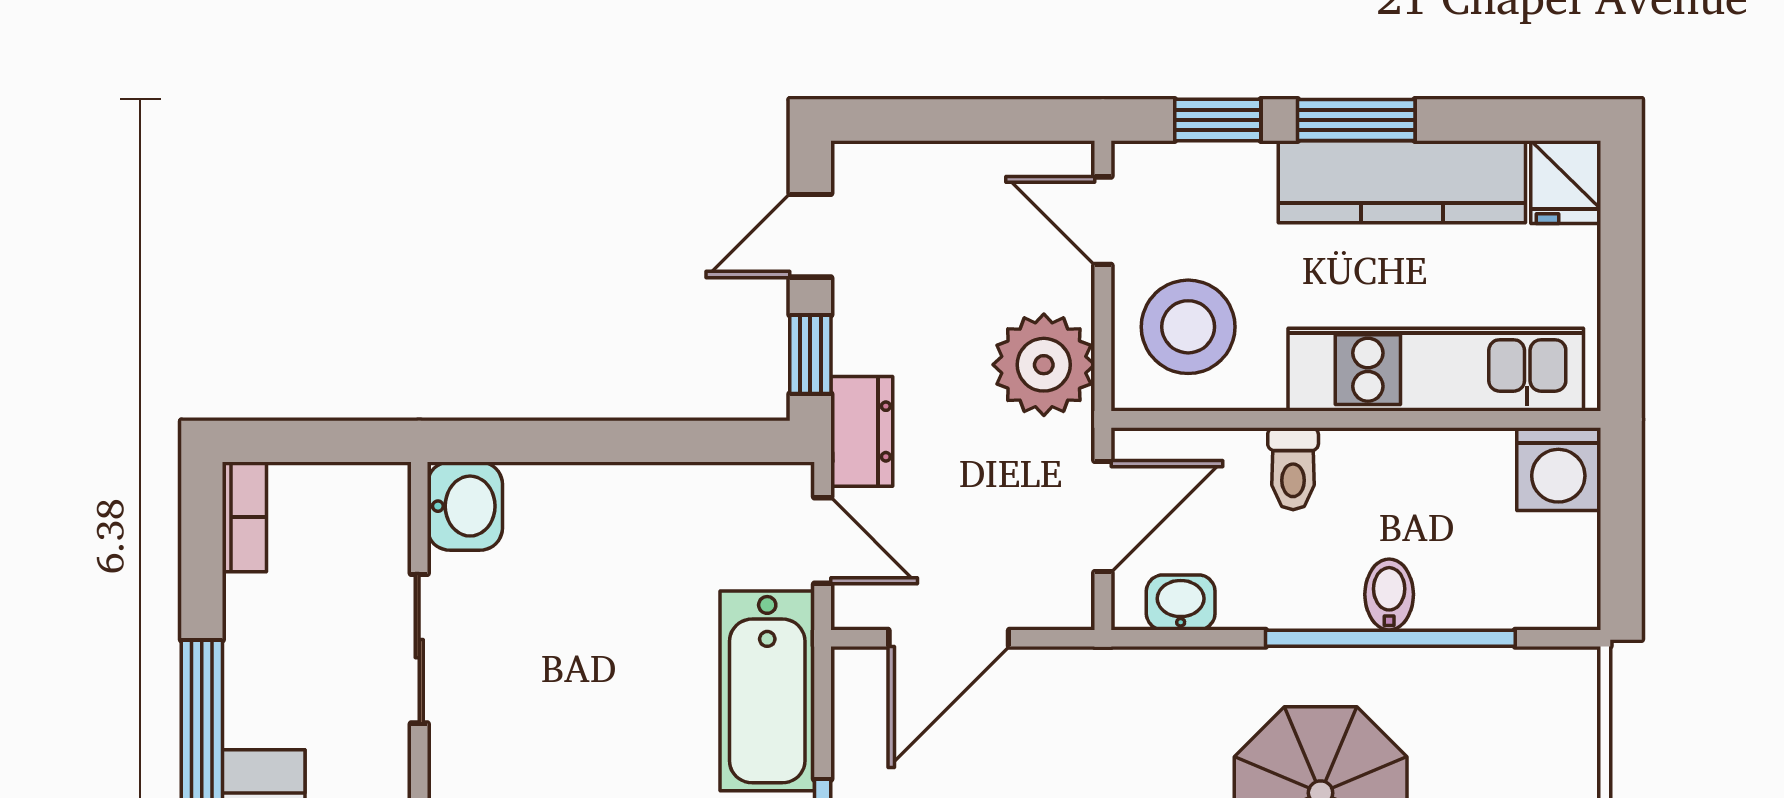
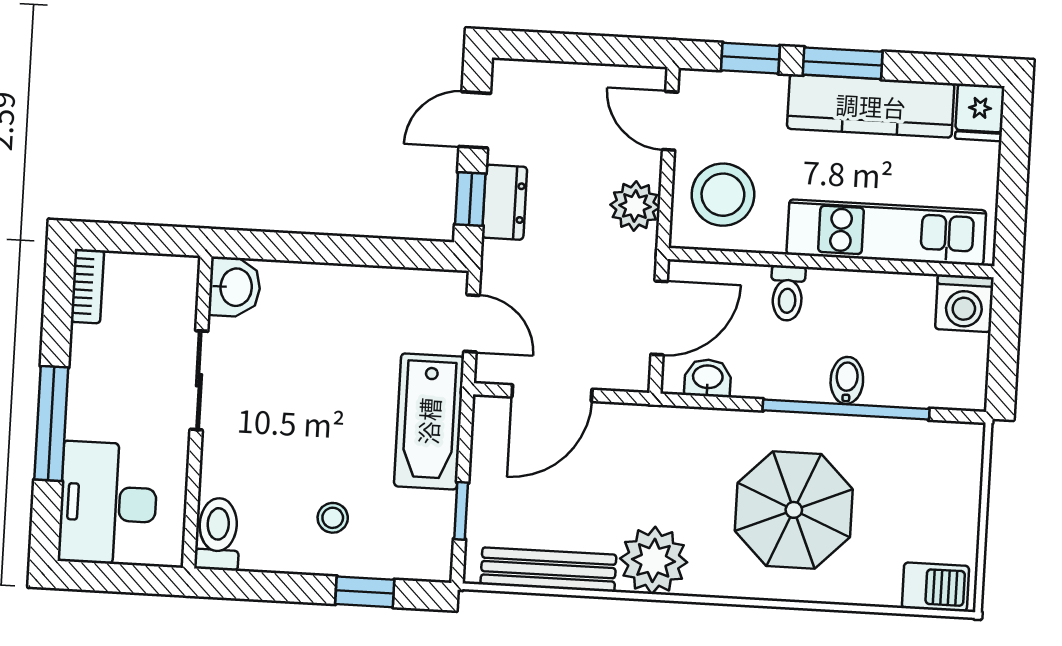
plant: (1044, 365) -> (635, 206), width x0.73, depth x0.73
dresser: (862, 431) -> (504, 202), moved

